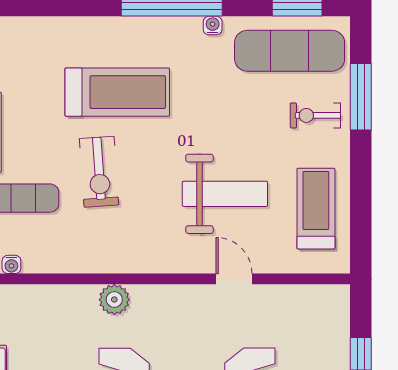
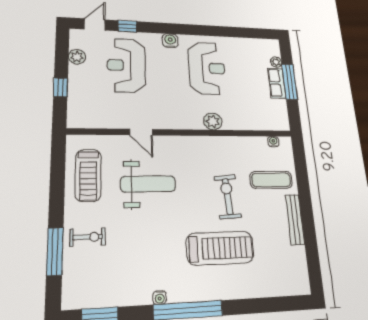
exercise mat: (290, 51) -> (106, 282), removed
treadmill: (117, 92) -> (220, 248), turned 180
weight bench: (225, 194) -> (148, 184), turned 180

